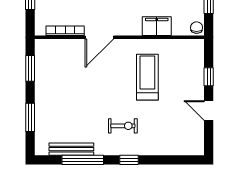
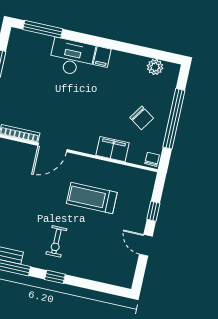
treadmill: (147, 77) -> (92, 198), turned -90
exercise bike: (123, 126) -> (56, 241), turned 90

